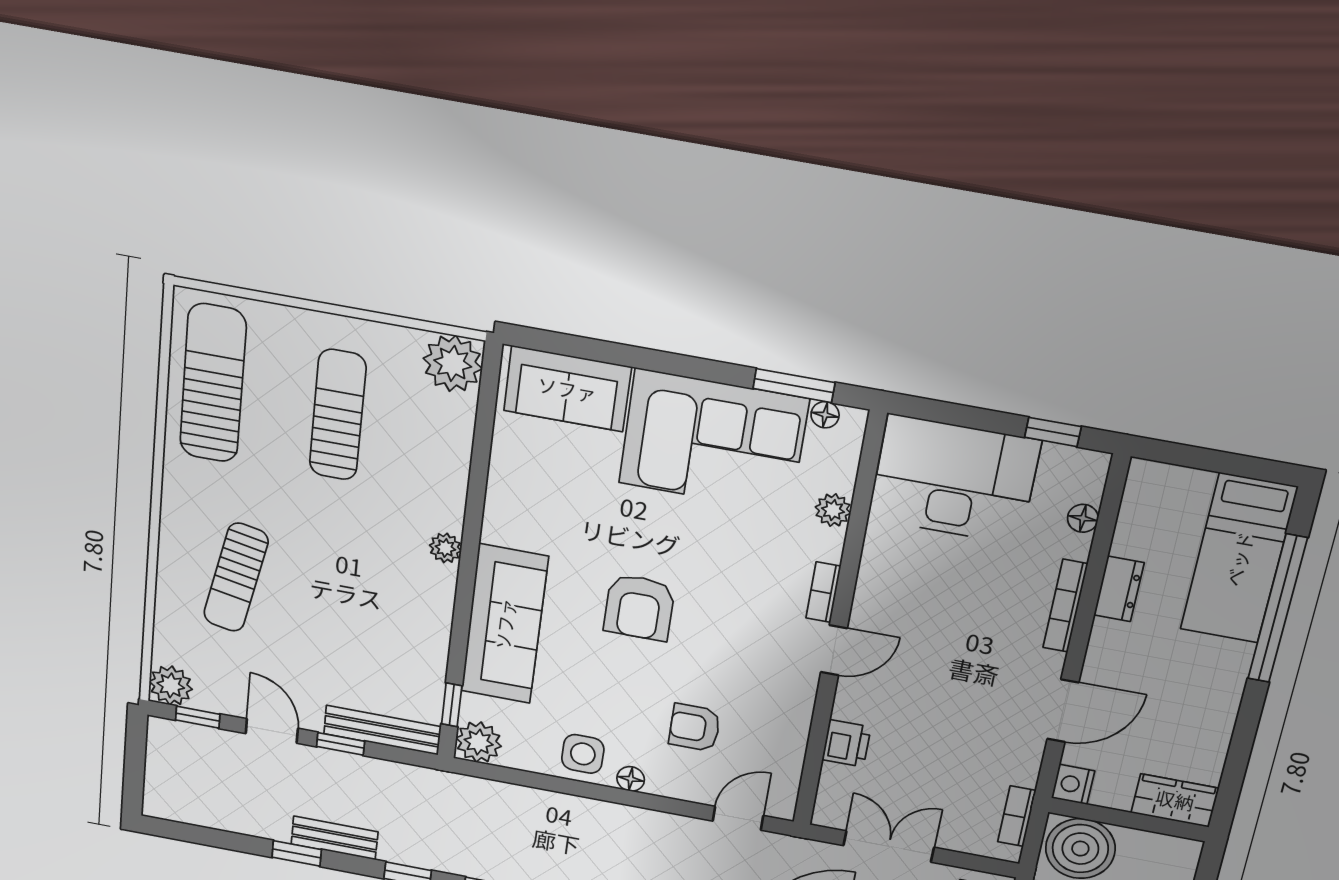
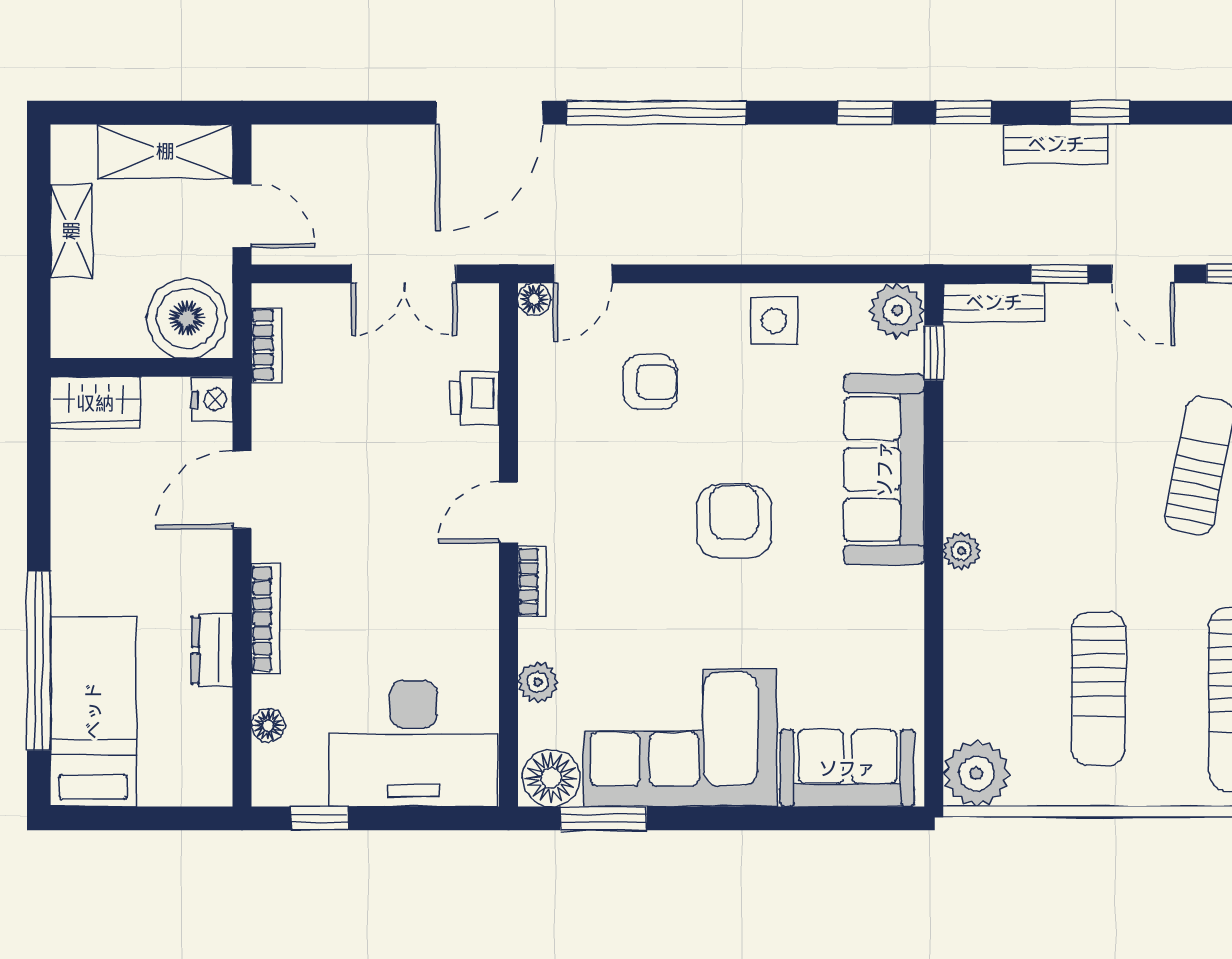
floor lamp: (825, 415) -> (551, 778), width x1.89, depth x1.89
bench: (382, 730) -> (994, 302), width x0.73
floor lamp: (631, 779) -> (534, 299), moved

